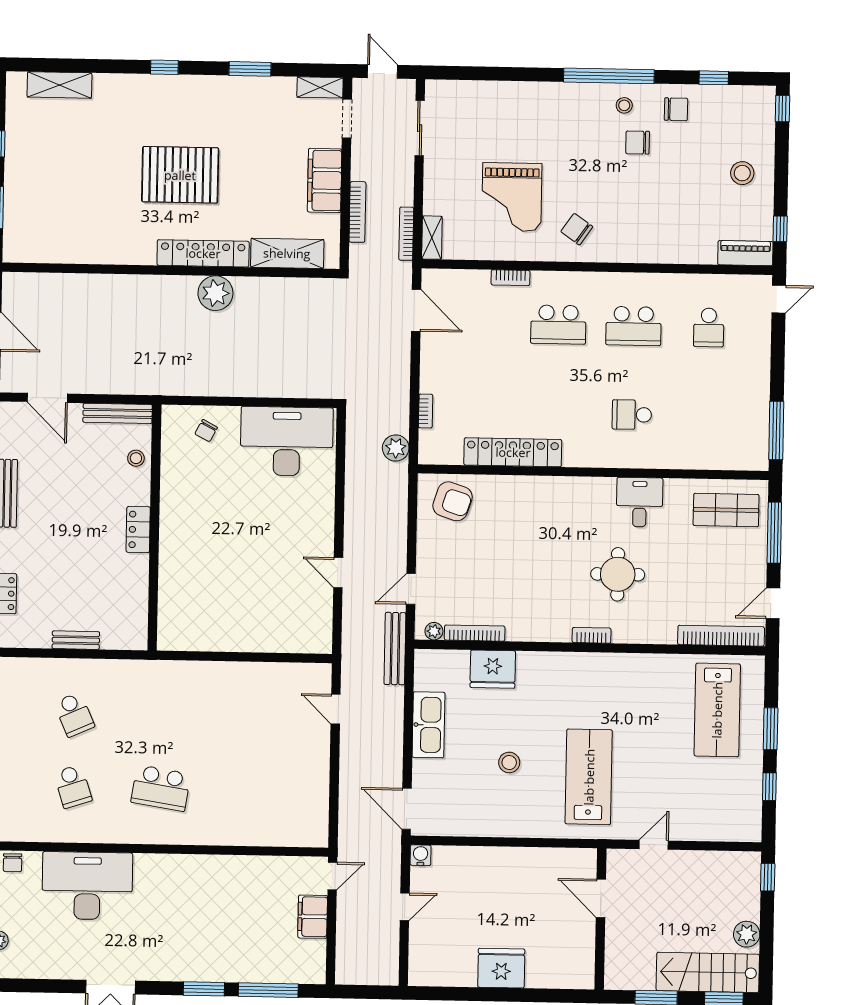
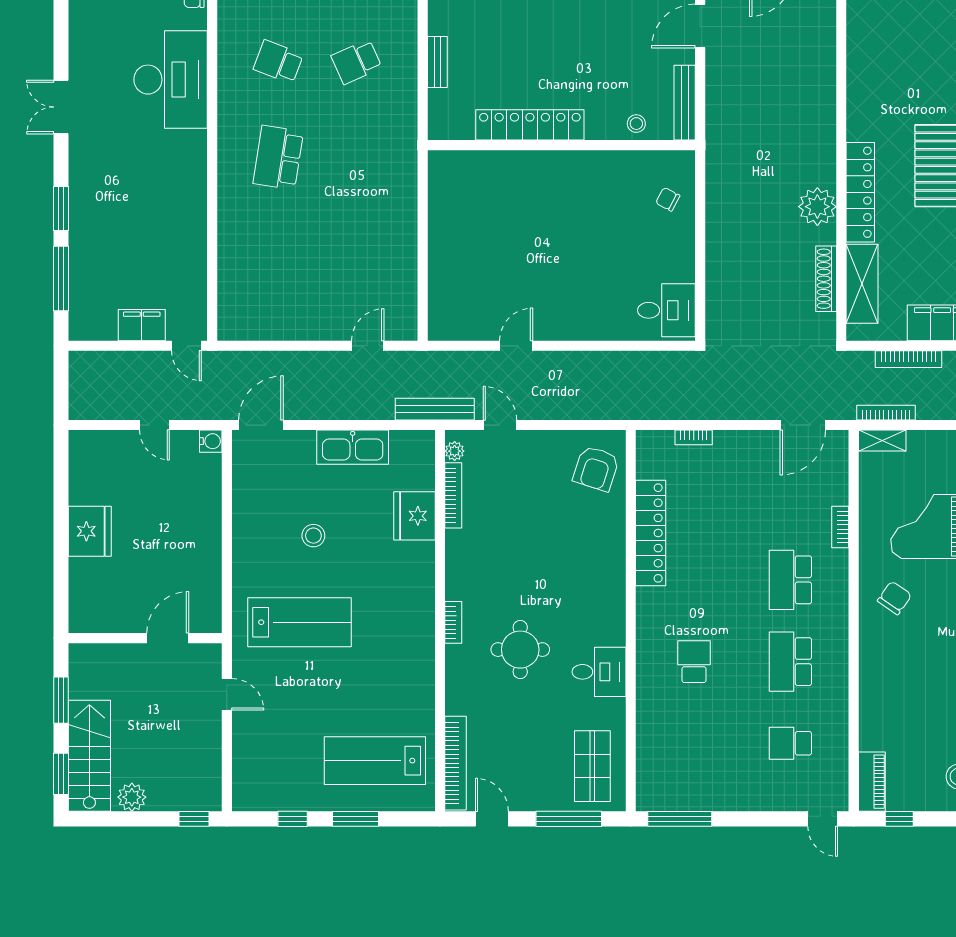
shoe rack: (282, 286) -> (826, 279), added
desk: (287, 441) -> (666, 310), width x0.53, depth x0.77
plant: (396, 448) -> (653, 406), removed
locker: (138, 529) -> (530, 125), width x2.16, depth x1.21
school desk: (73, 786) -> (278, 62), turned 39

